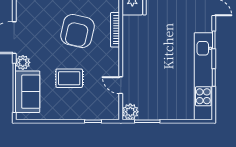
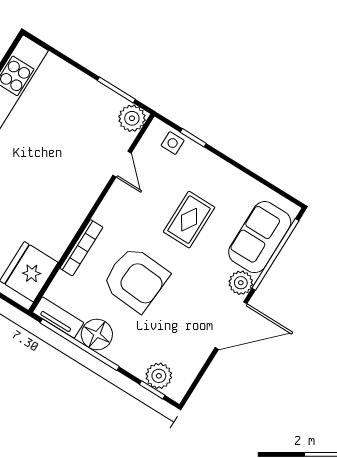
armchair: (77, 31) -> (136, 279), turned 81
rug: (69, 78) -> (189, 220), turned 90
side table: (102, 112) -> (173, 143), added

